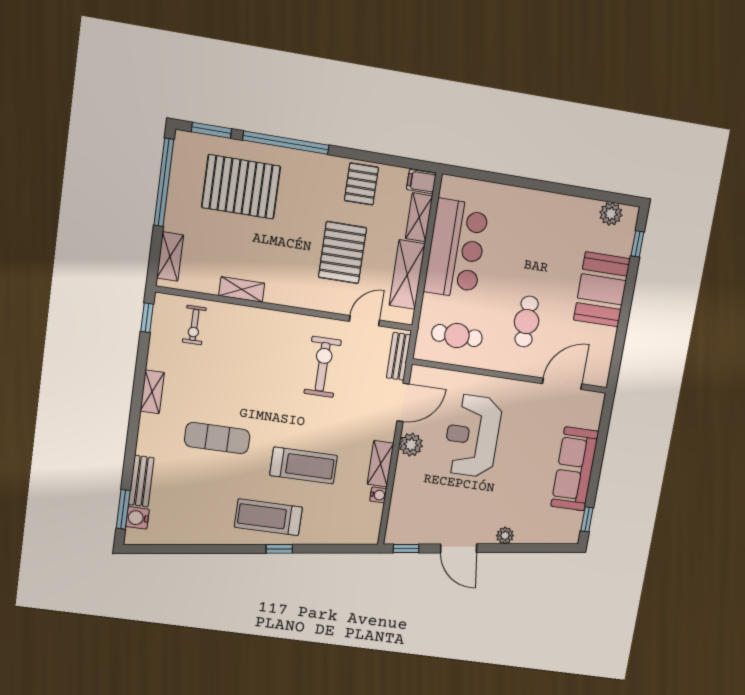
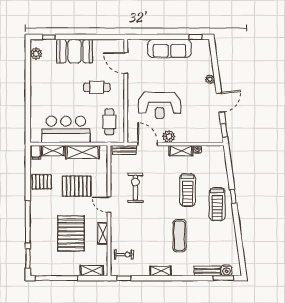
pallet: (241, 187) -> (71, 233), moved
door: (364, 321) -> (109, 205), moved
exercise bike: (323, 367) -> (135, 188), turned 90
treadmill: (304, 465) -> (187, 190), turned 180

